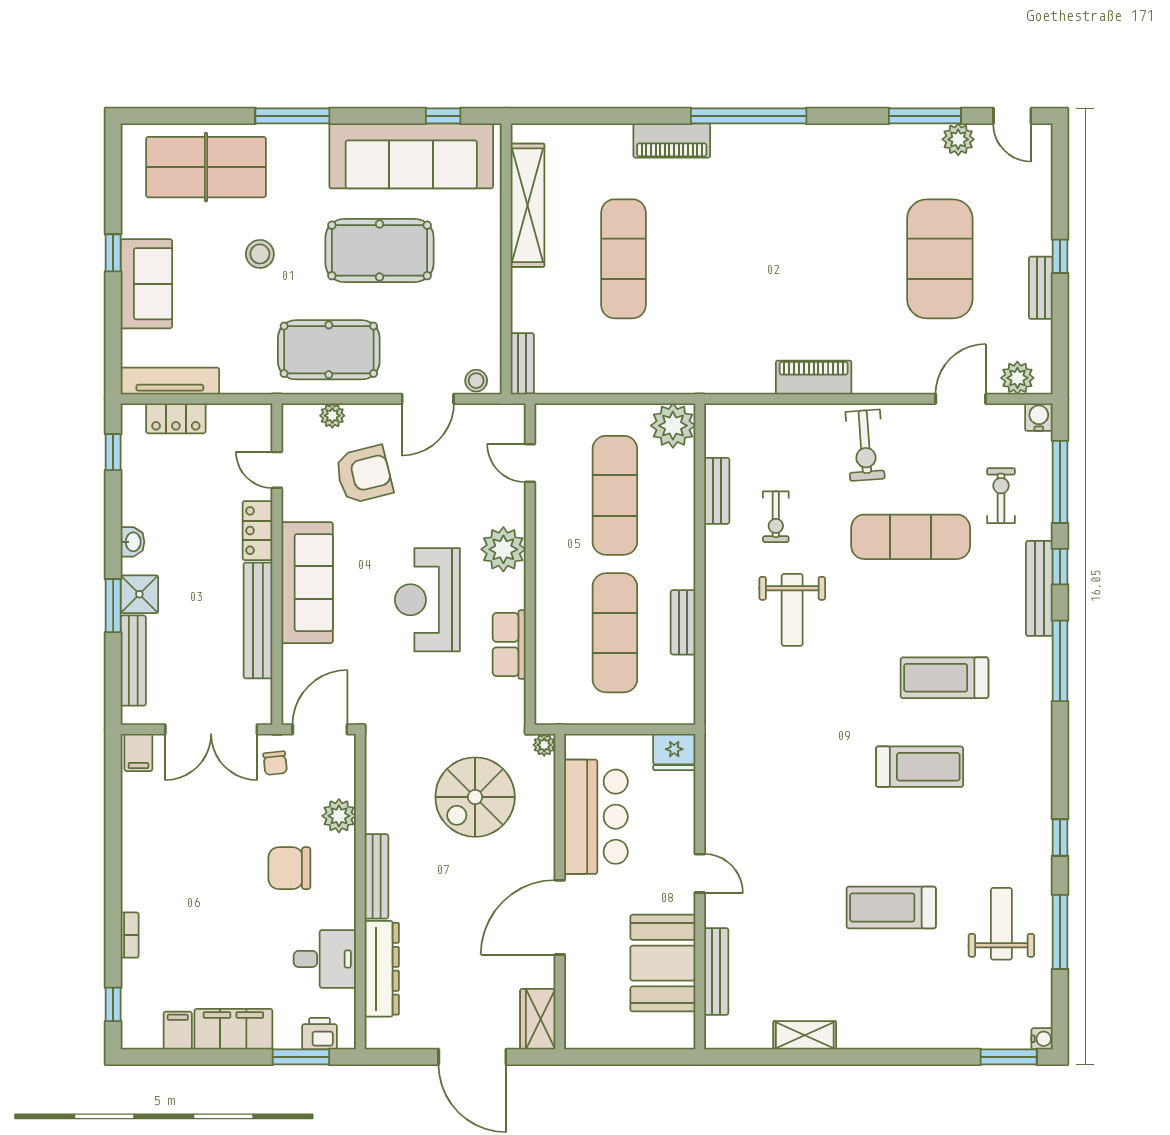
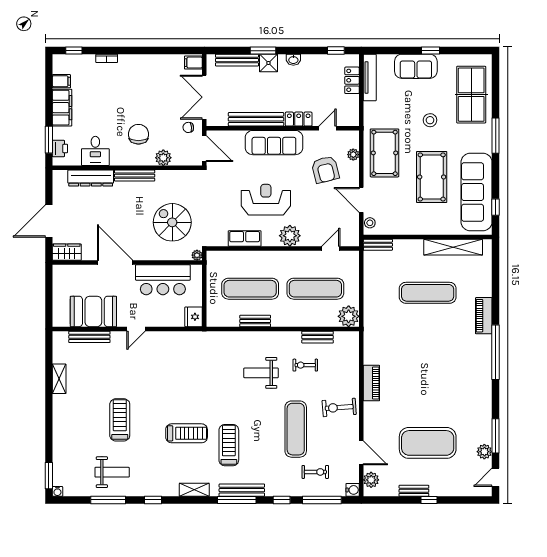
bench: (1039, 588) -> (242, 490), moved
shelving: (1039, 751) -> (194, 490), added
treadmill: (920, 767) -> (187, 433), turned -90

